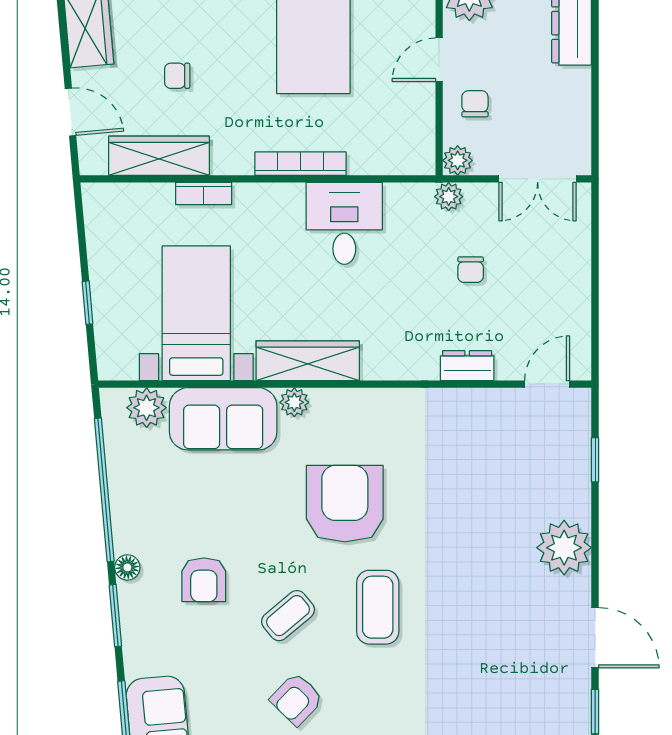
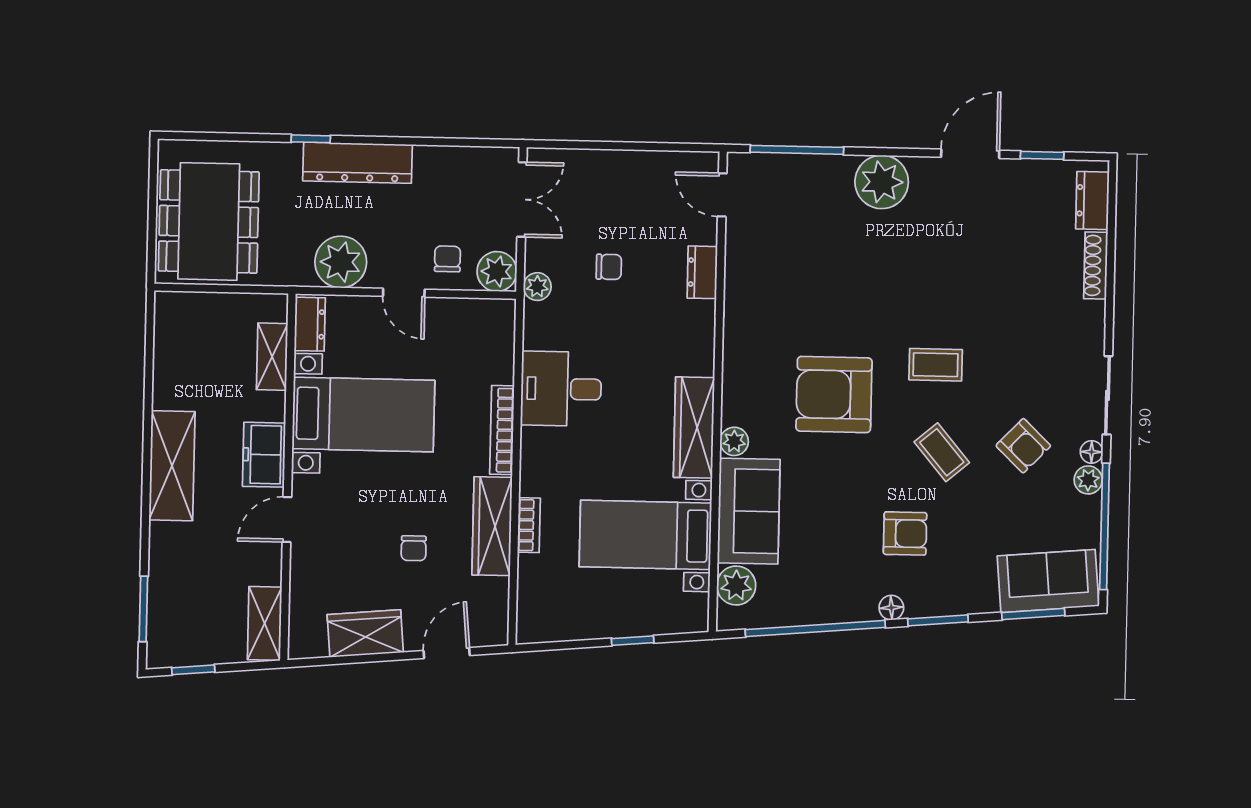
chair: (475, 104) -> (447, 259), turned 90
wardrobe: (159, 156) -> (492, 526), moved
plant: (458, 160) -> (497, 271), width x1.38, depth x1.38
window: (595, 460) -> (797, 150), width x2.17
coffee table: (378, 607) -> (936, 365), width x0.73, depth x0.77

